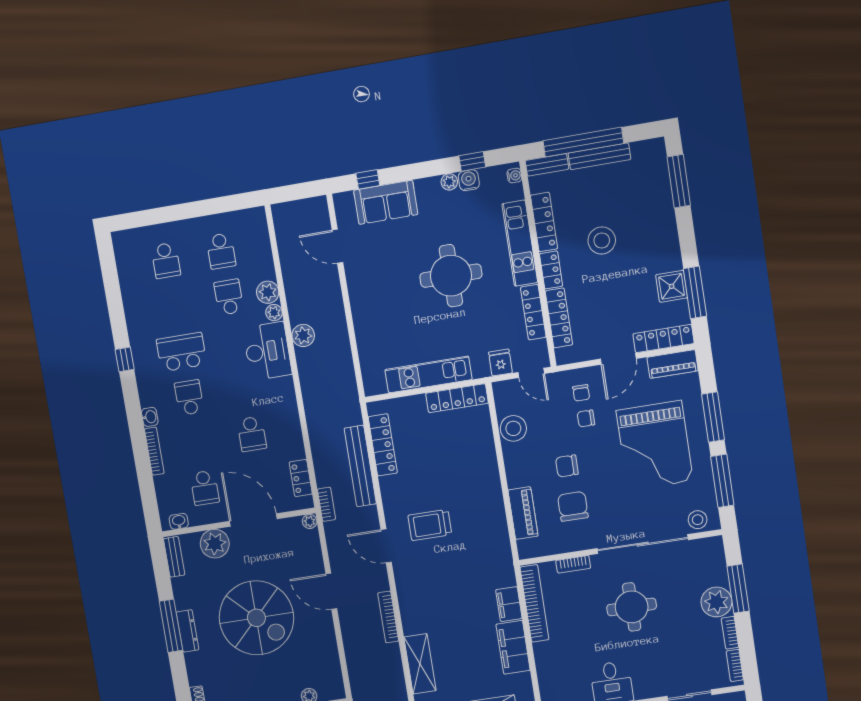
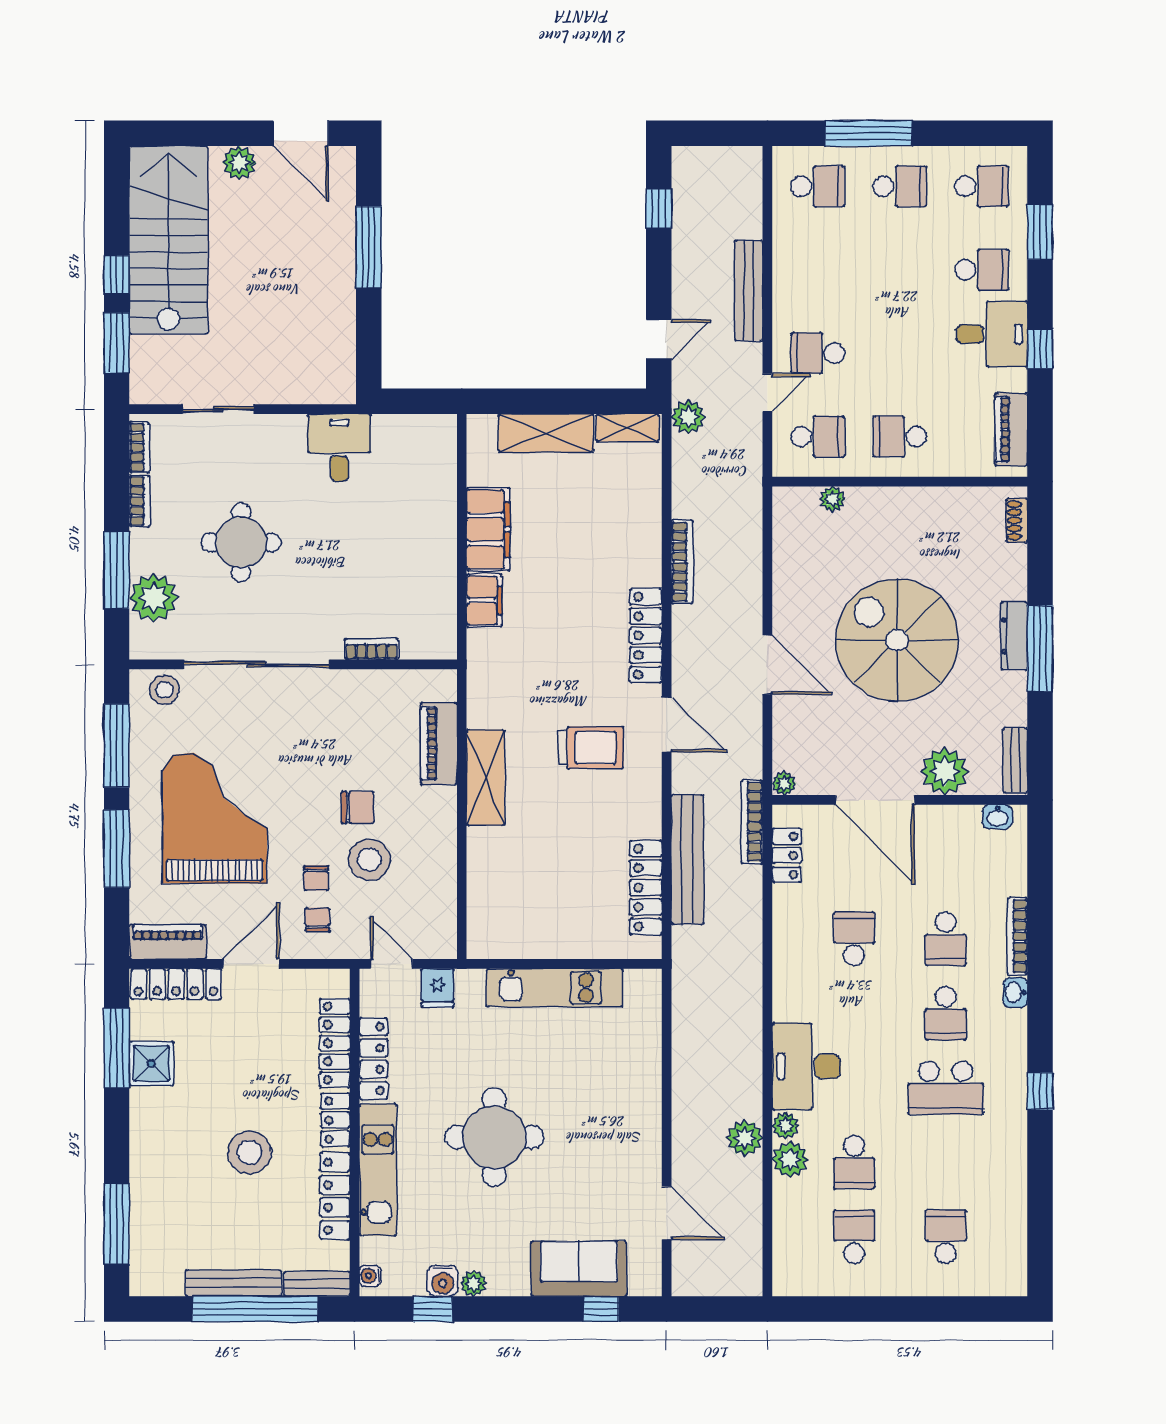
plant: (303, 335) -> (745, 1138), moved
locker: (457, 398) -> (646, 636), moved, turned -90
chair: (586, 418) -> (316, 878), turned 90
stool: (513, 428) -> (369, 860), moved
school desk: (205, 488) -> (946, 939), moved, turned 180
bookcase: (327, 504) -> (752, 822), width x1.56
chair: (573, 506) -> (358, 742), removed
plant: (716, 602) -> (154, 598), moved
bookcase: (534, 603) -> (443, 595), removed
round table: (632, 607) -> (241, 542), moved
bookcase: (388, 617) -> (682, 562), moved
shelving: (420, 664) -> (486, 778), moved

